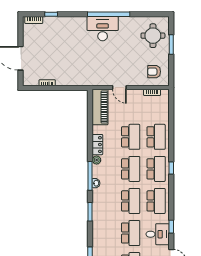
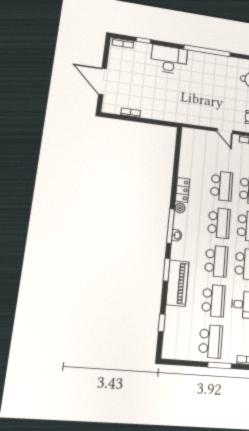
desk: (103, 29) -> (169, 60), moved
door: (119, 88) -> (225, 131), moved
piano: (100, 107) -> (178, 283), moved

